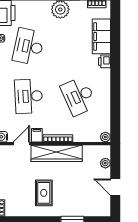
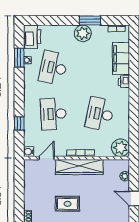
desk: (79, 96) -> (100, 114), turned 36
filing cabinet: (37, 135) -> (61, 150), removed
plant: (105, 137) -> (120, 148), width x1.87, depth x1.87
rug: (44, 193) -> (67, 204), turned 90

